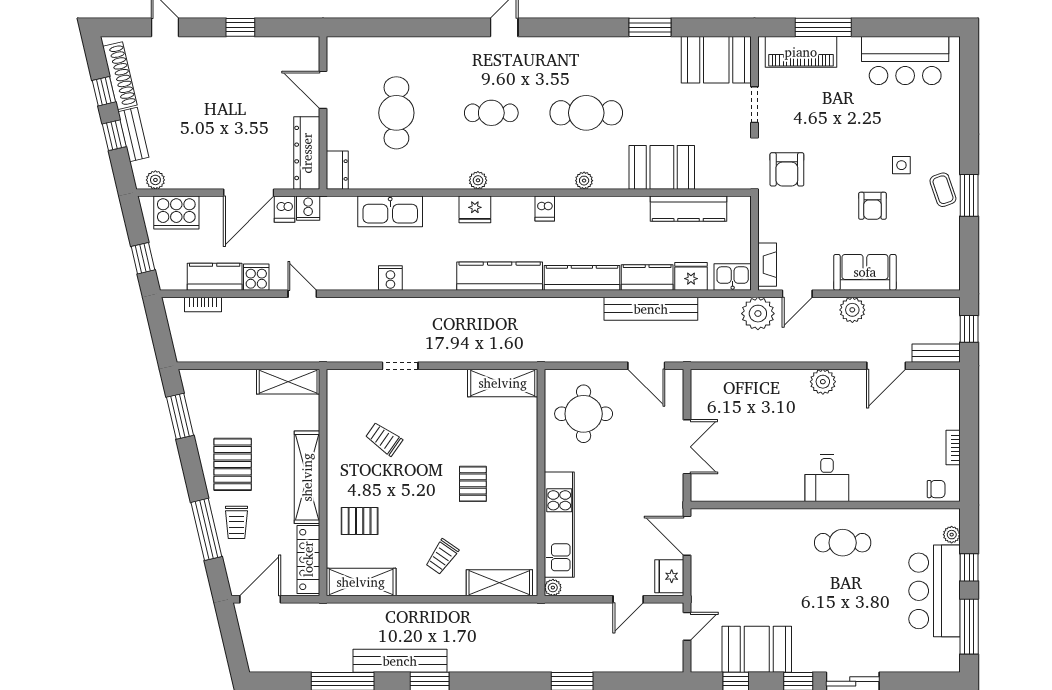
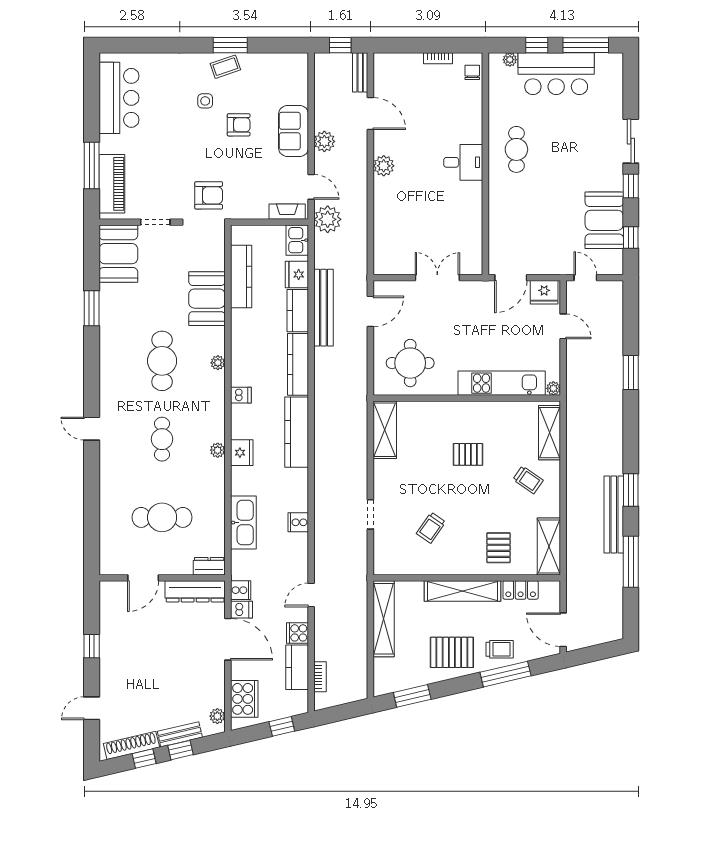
shelving: (288, 382) -> (384, 619), width x1.47
locker: (308, 559) -> (521, 590), width x0.66

